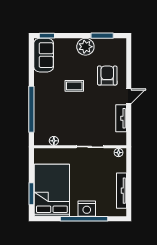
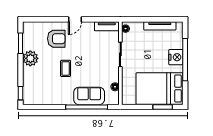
sofa: (44, 55) -> (89, 96), moved
armchair: (107, 75) -> (56, 39), turned 180
door: (129, 96) -> (75, 19), swing flipped
tv unit: (121, 118) -> (107, 26), moved

